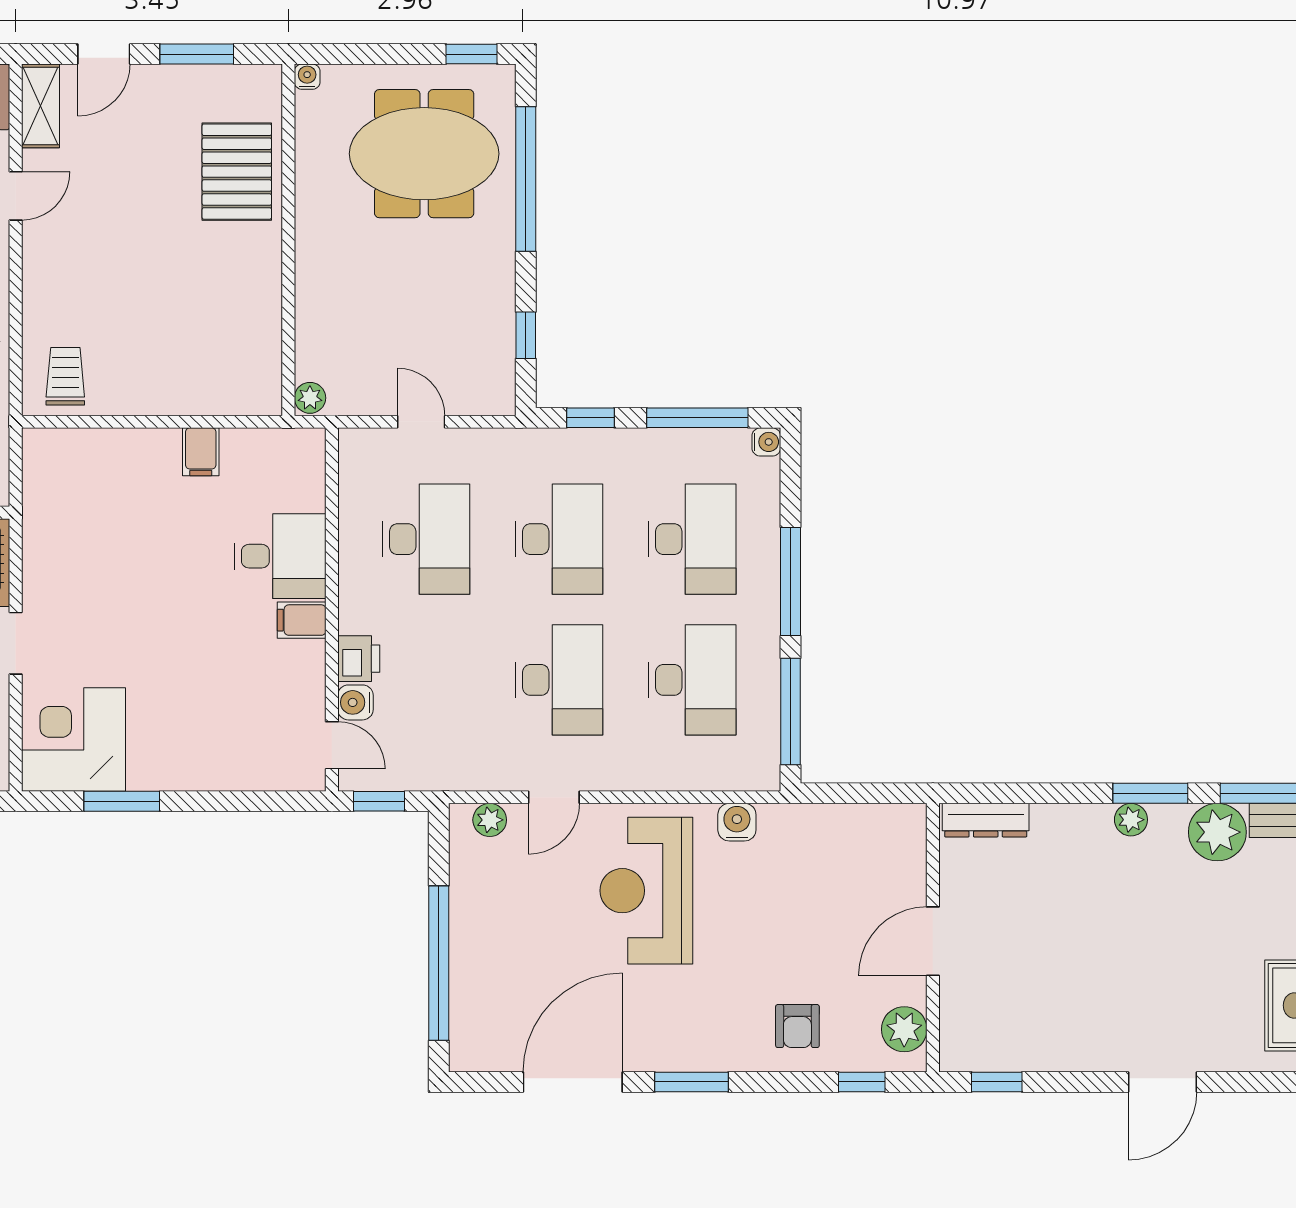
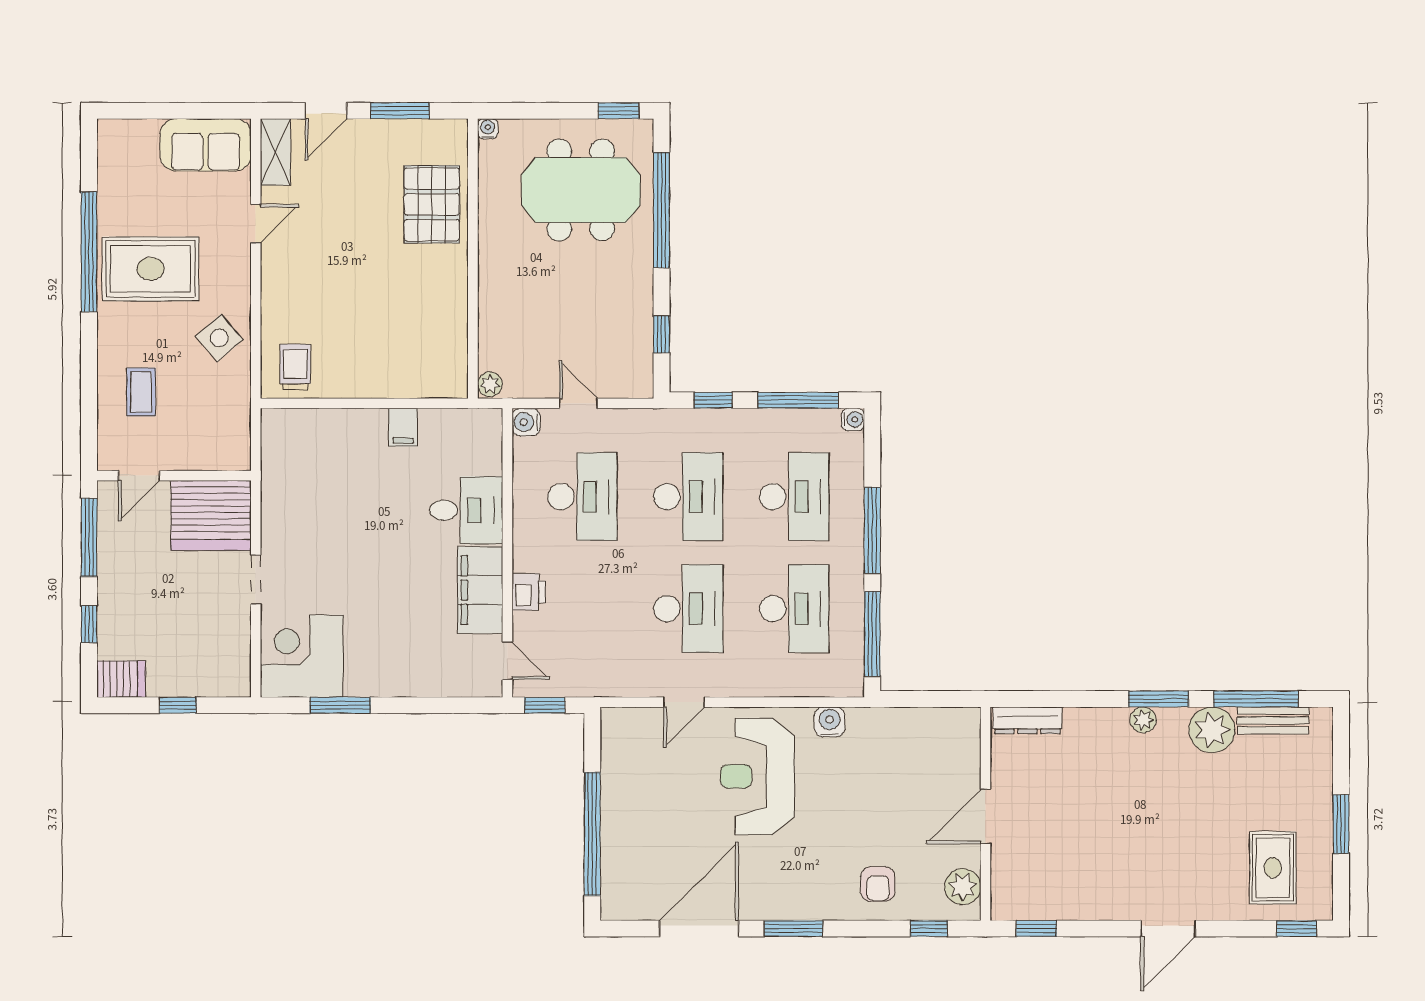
filing cabinet: (302, 620) -> (480, 590), width x3.00, depth x1.17
water cooler: (355, 702) -> (526, 422), moved
plant: (490, 820) -> (633, 720), removed

